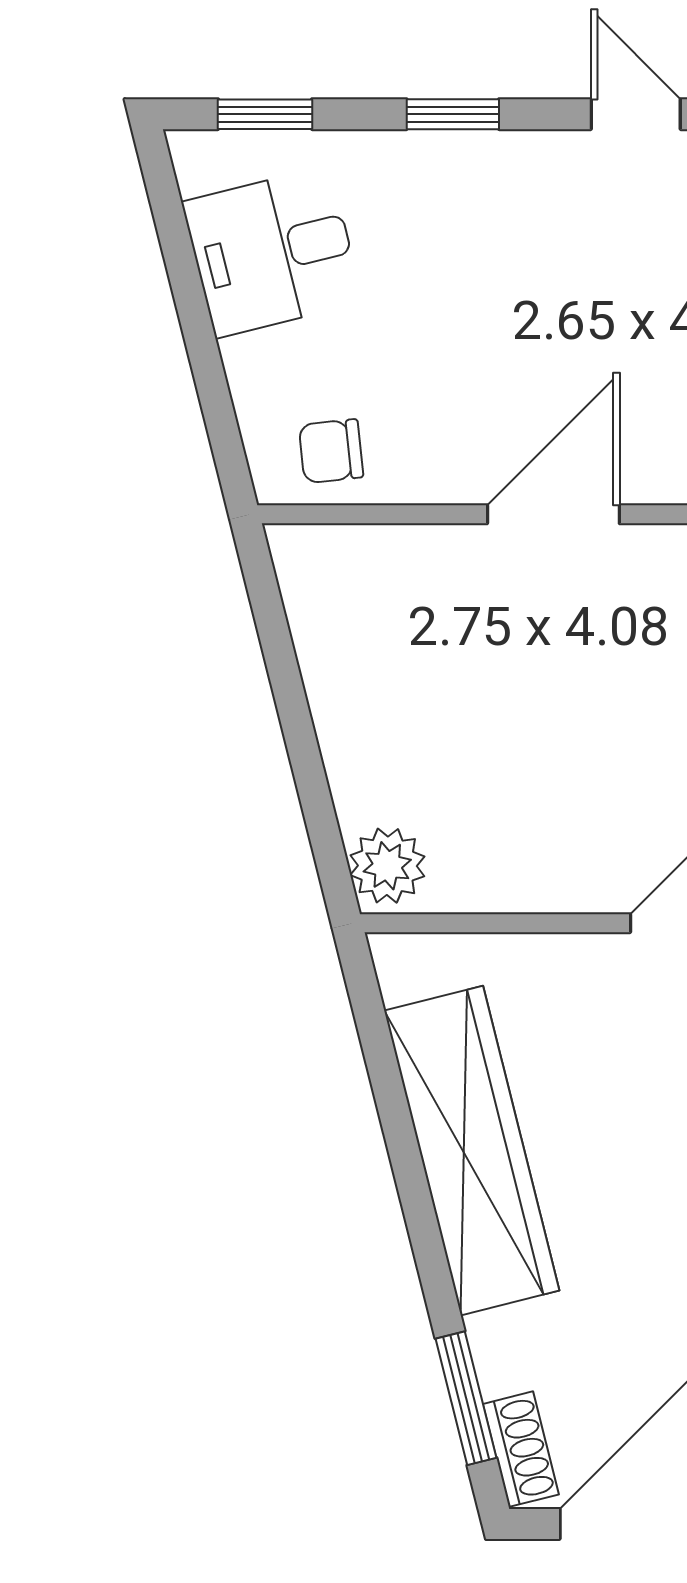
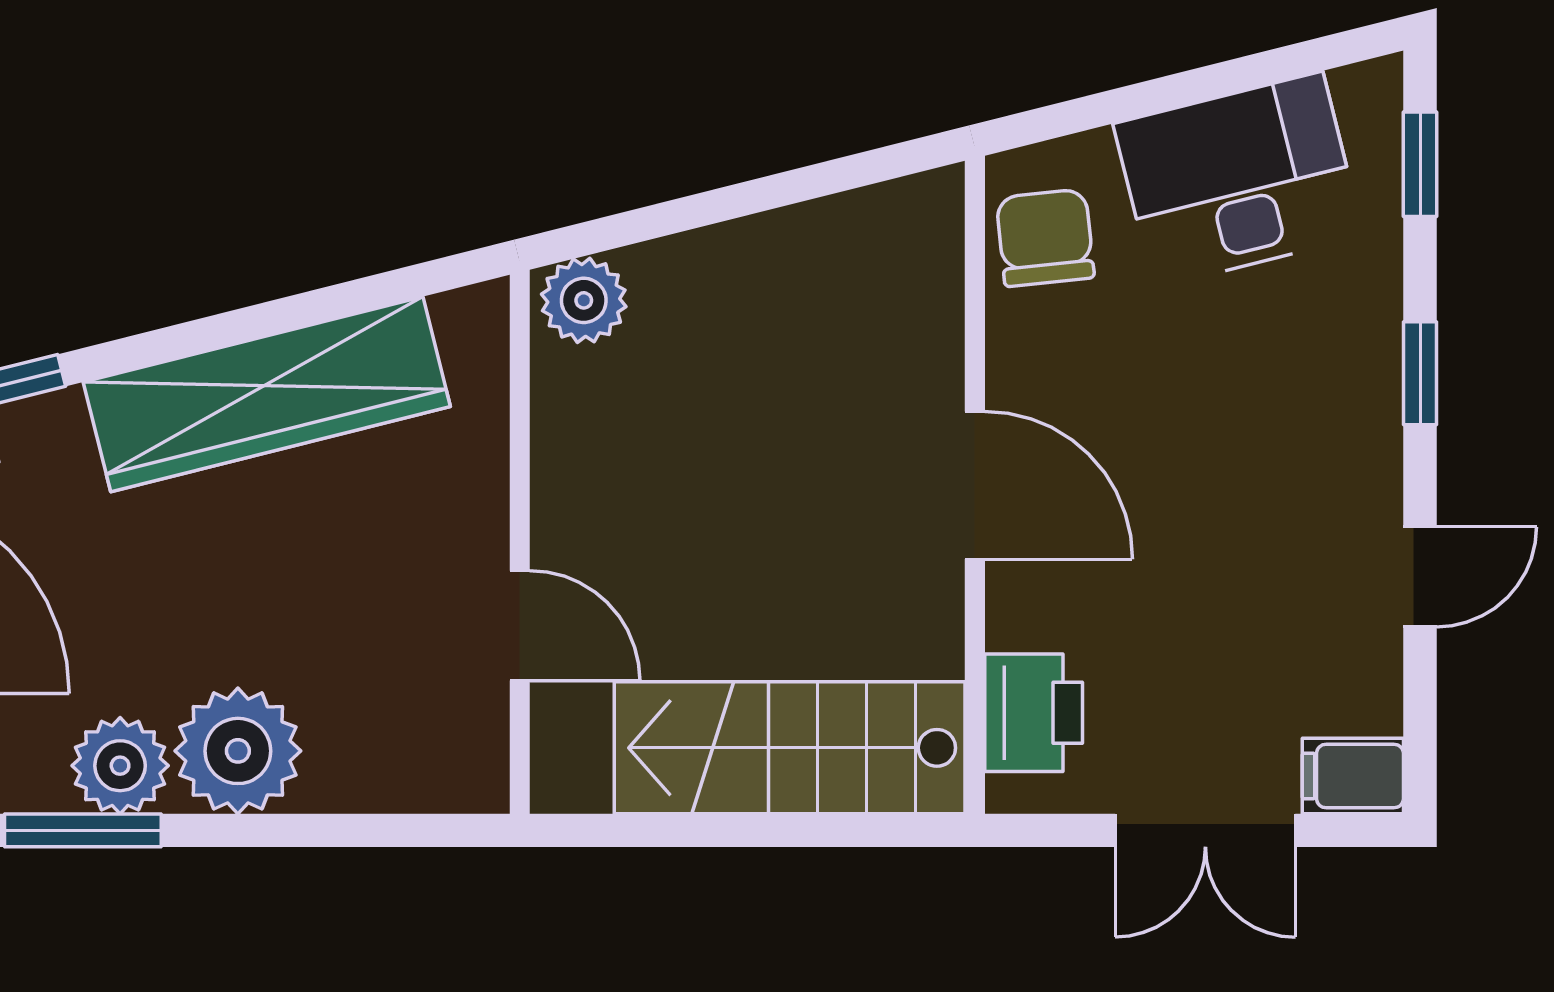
desk: (272, 252) -> (1238, 180), width x1.37
chair: (331, 451) -> (1045, 238), width x1.37, depth x1.37

